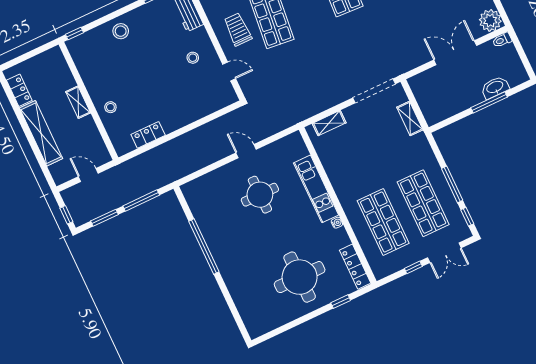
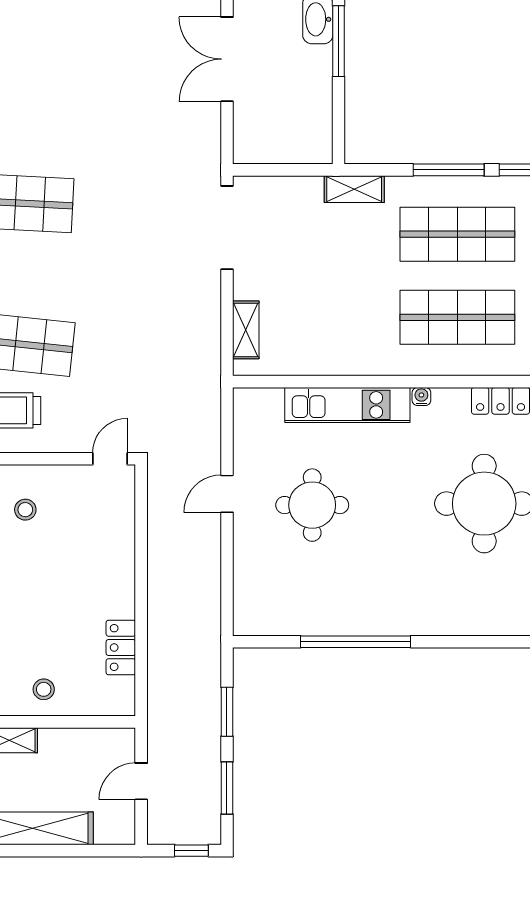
door: (229, 71) -> (110, 459), moved
shelving: (410, 118) -> (354, 189), moved
window: (141, 200) -> (227, 712), width x0.69

